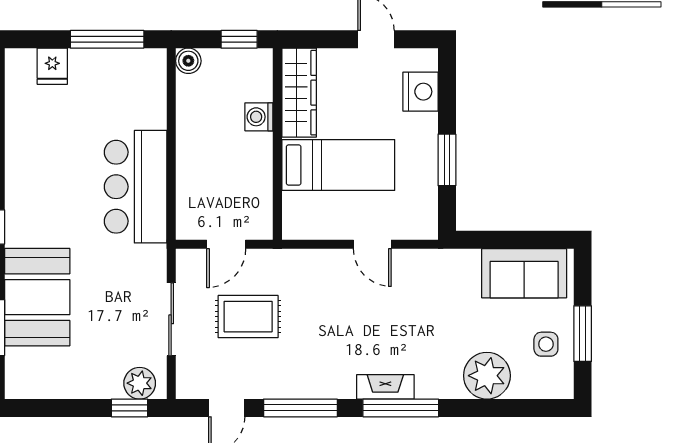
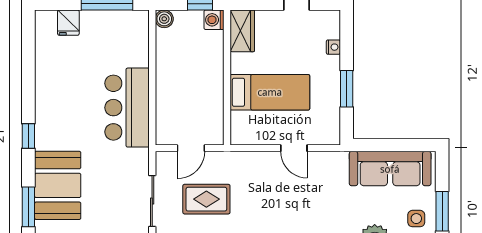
nightstand: (421, 92) -> (333, 47), width x0.53, depth x0.56
wardrobe: (299, 93) -> (242, 31), width x0.67
washing machine: (259, 117) -> (214, 20), moved
sofa: (524, 273) -> (390, 169), width x1.36

